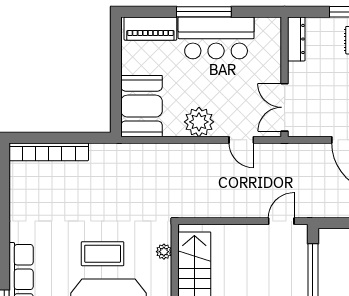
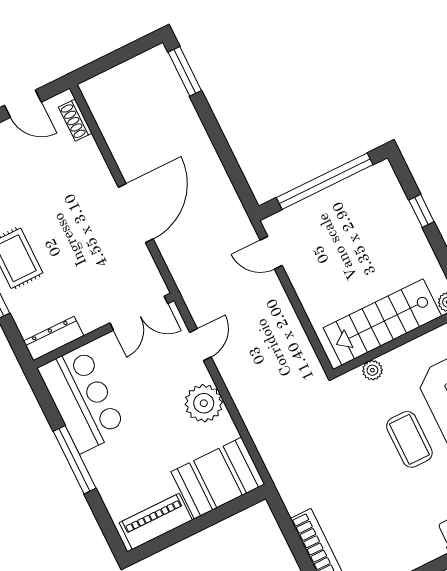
piano: (150, 29) -> (156, 521), moved, turned -90
bar counter: (216, 38) -> (82, 399), moved

